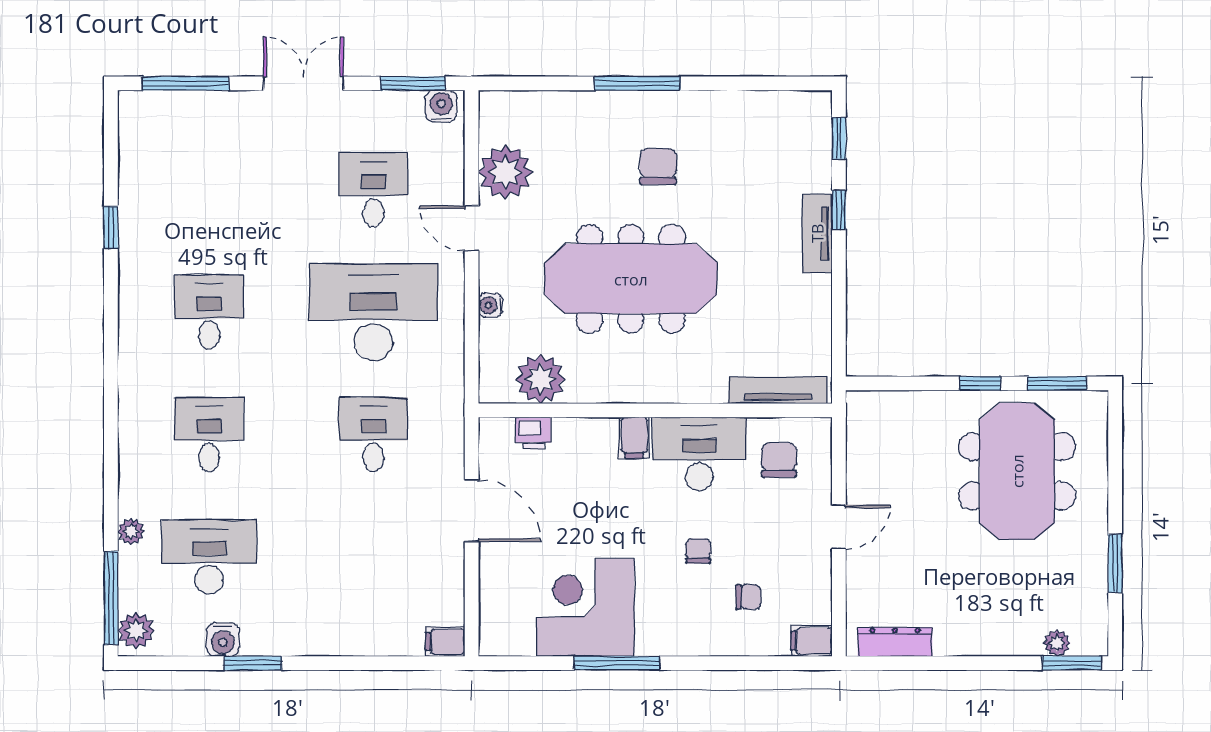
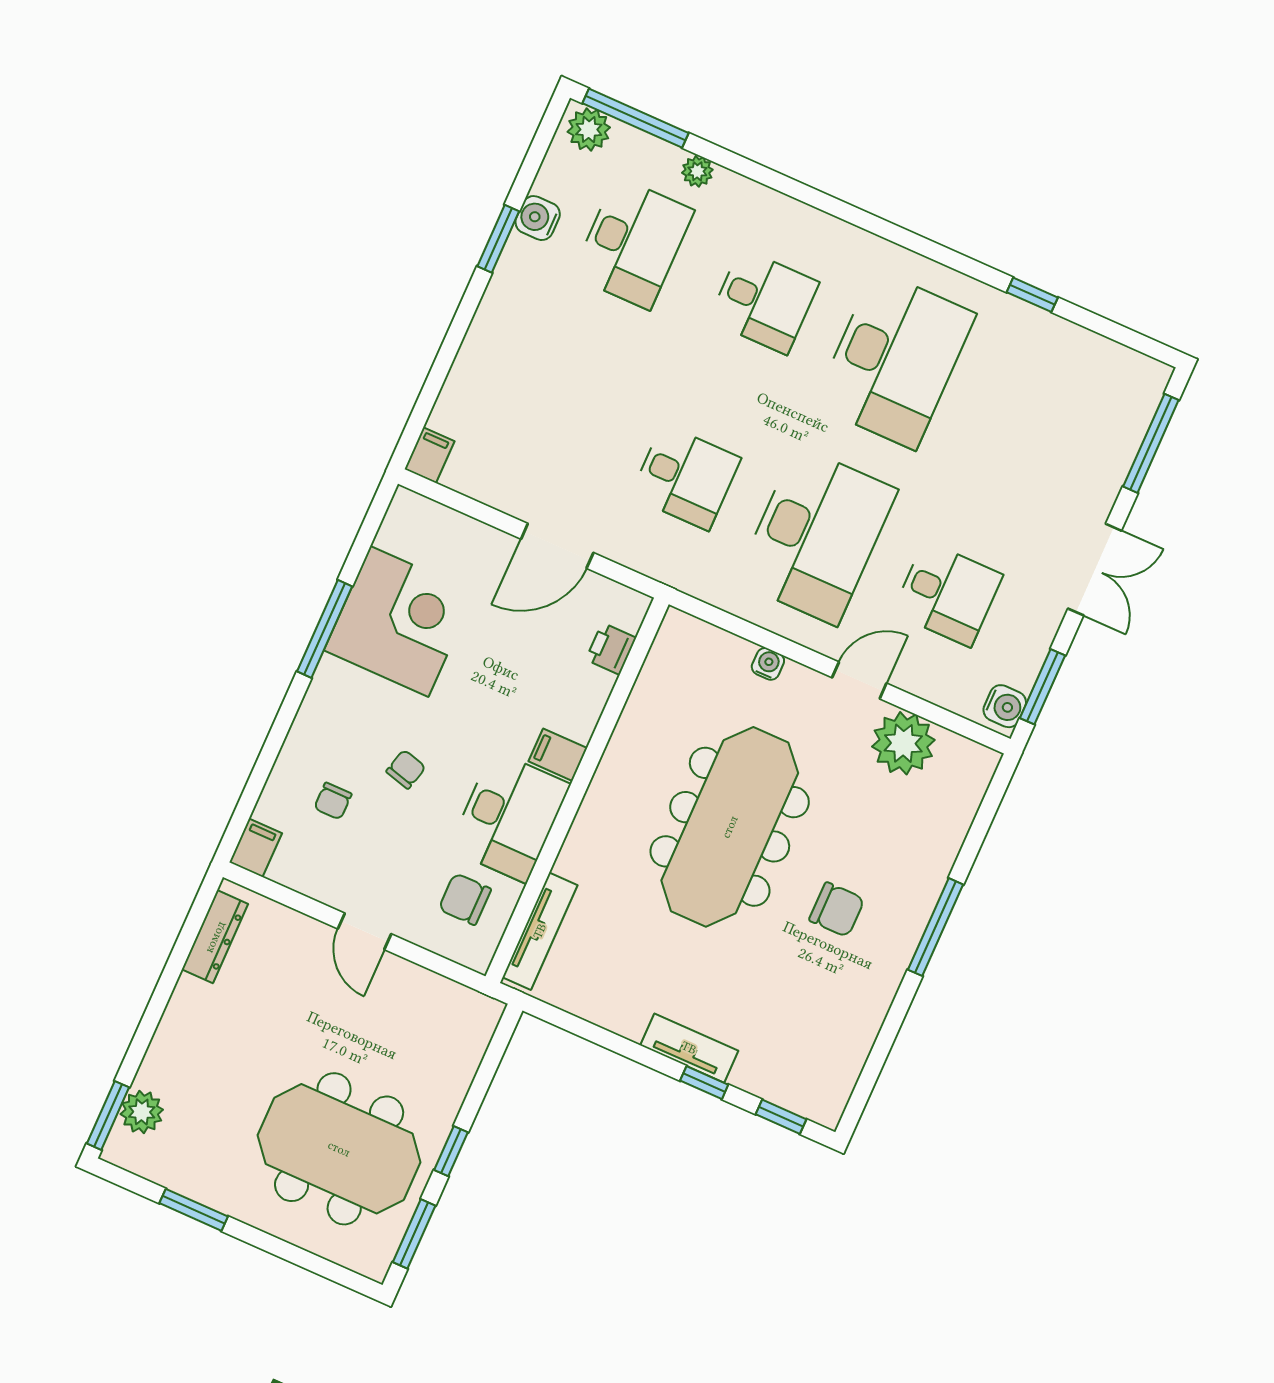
desk: (209, 312) -> (895, 360), width x1.87, depth x1.30
plant: (540, 379) -> (665, 682), removed
chair: (779, 460) -> (465, 899), turned 180
chair: (698, 551) -> (406, 769), turned -75
plant: (1057, 643) -> (142, 1112), width x1.38, depth x1.38

